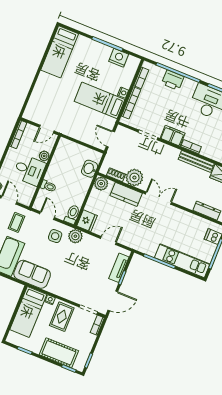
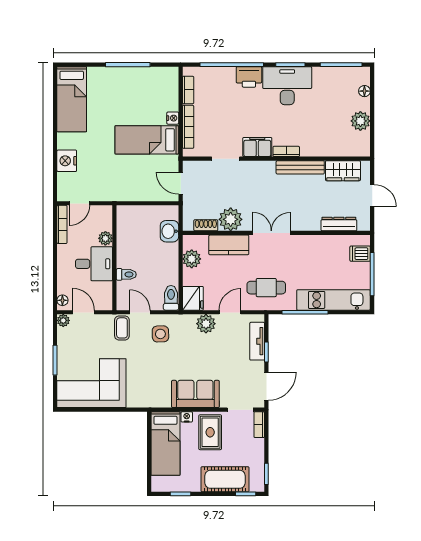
nightstand: (119, 58) -> (67, 161), moved, turned -90
printer: (173, 80) -> (249, 77), moved
door: (47, 129) -> (79, 203), moved
plant: (101, 184) -> (192, 259), moved
coffee table: (16, 222) -> (122, 328), moved
cafe table: (140, 234) -> (266, 288), added
plant: (75, 236) -> (206, 324), moved
sofa: (32, 274) -> (195, 394), moved

